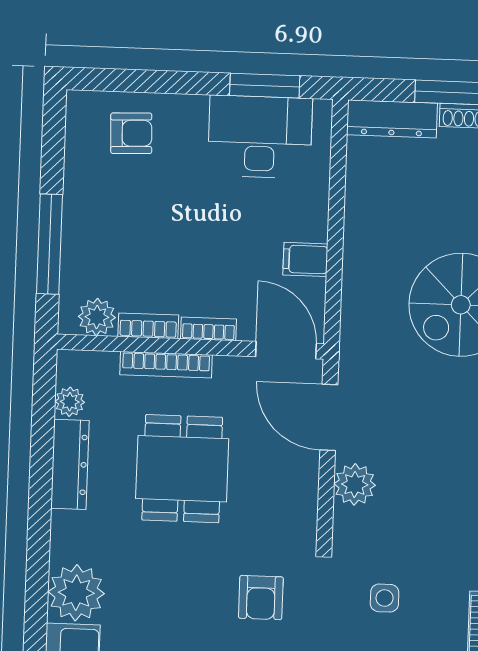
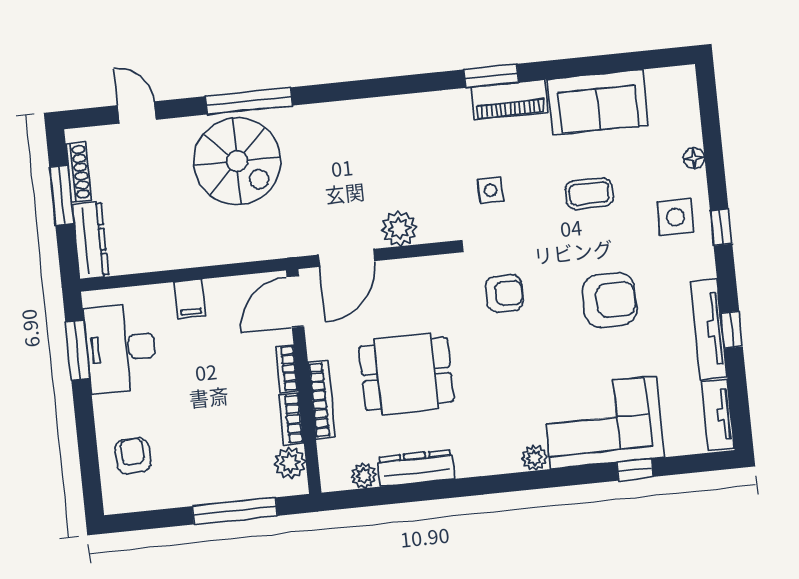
filing cabinet: (305, 259) -> (190, 299), moved
plant: (76, 593) -> (534, 458), width x0.53, depth x0.53

